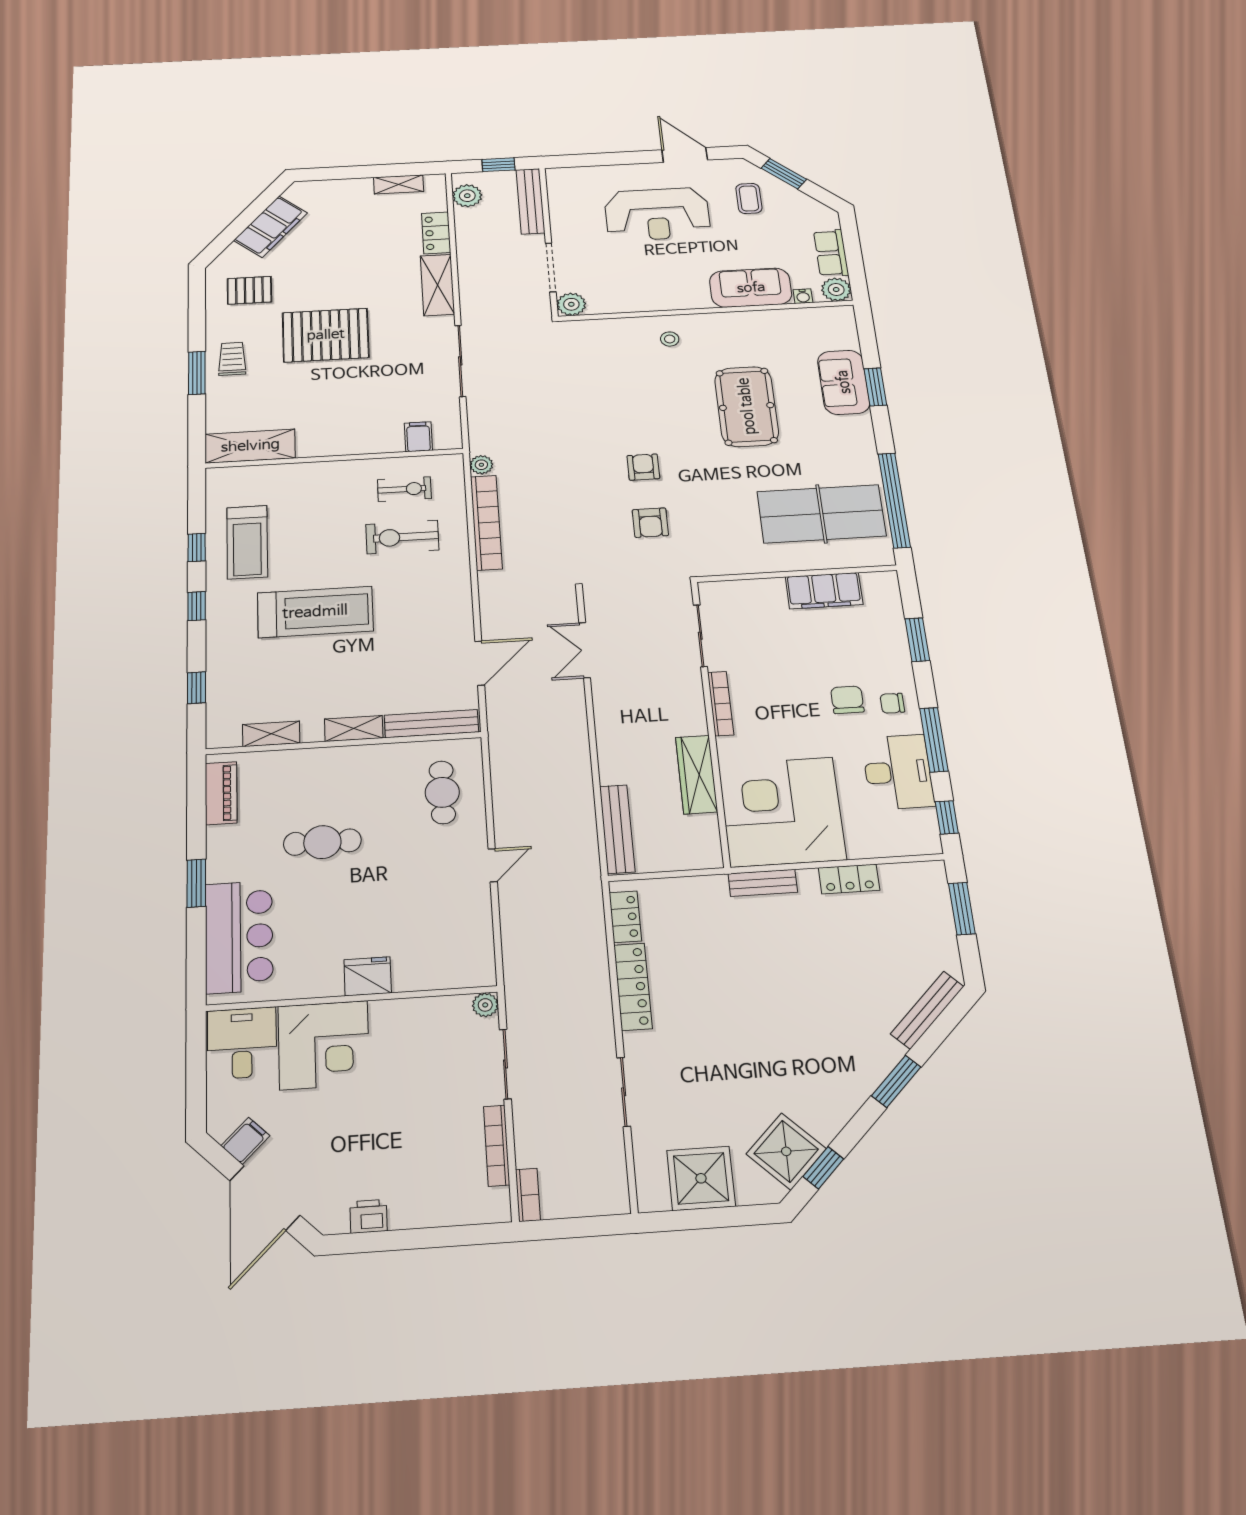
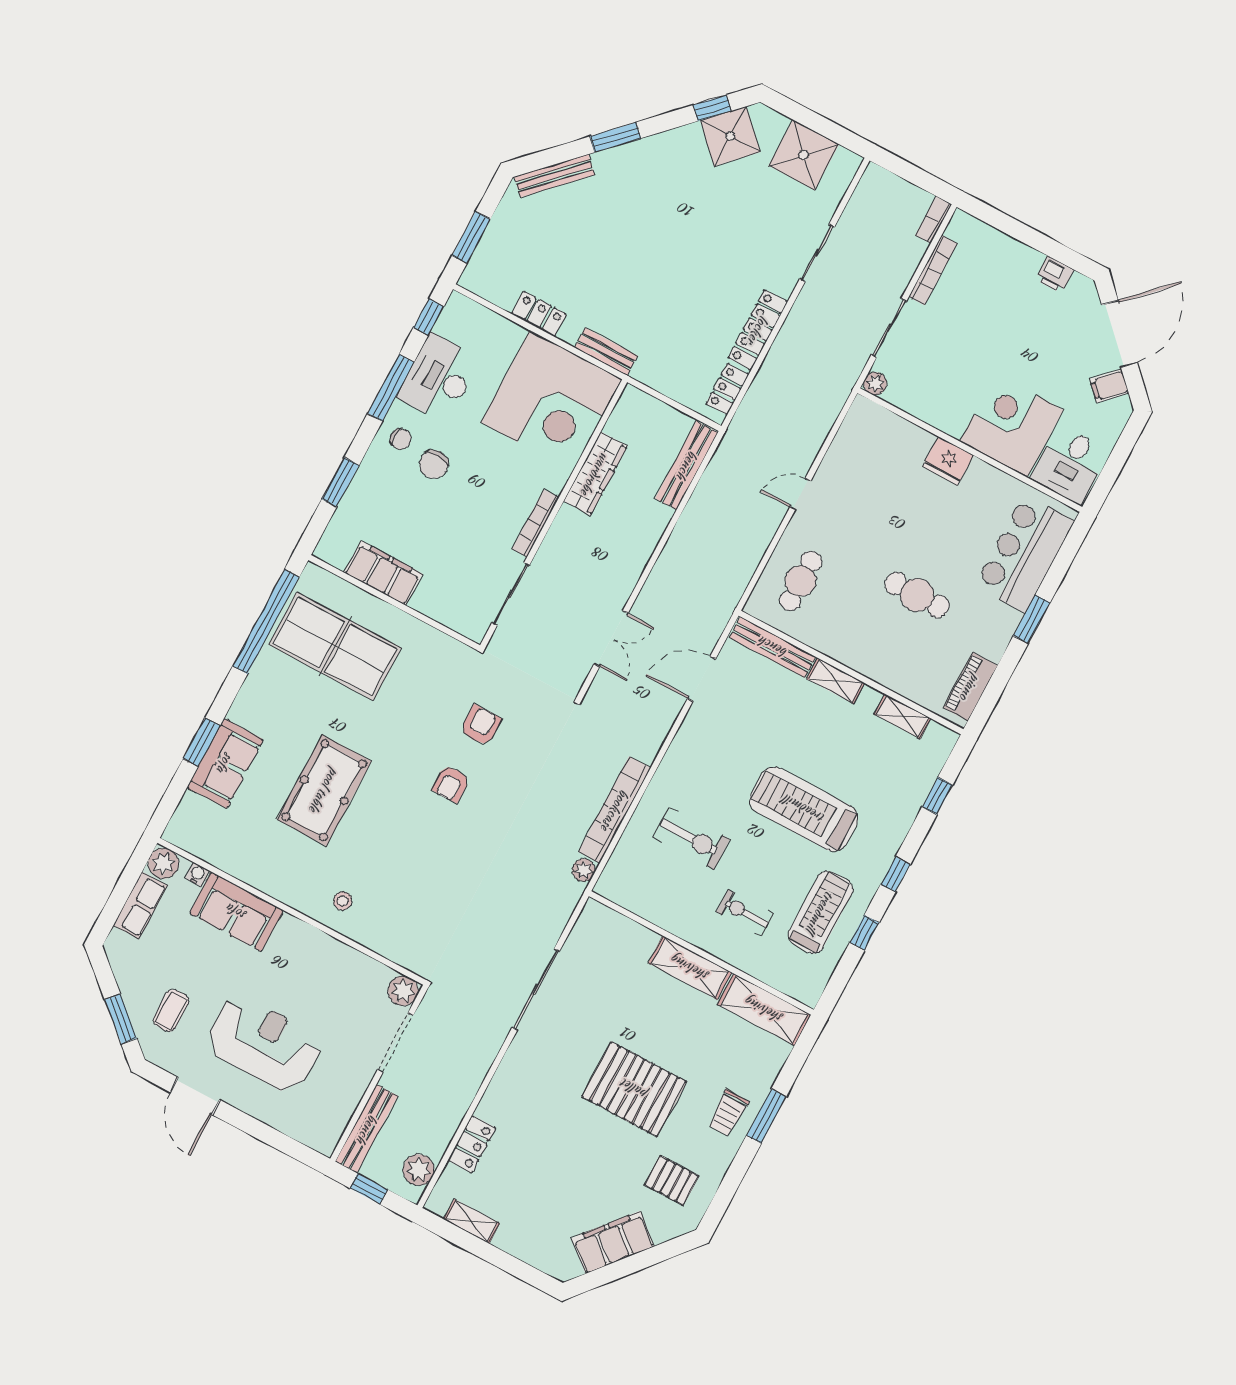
shelving: (437, 285) -> (690, 968), moved, turned 90
filing cabinet: (418, 437) -> (619, 932), removed
exercise bike: (404, 489) -> (745, 913), moved

